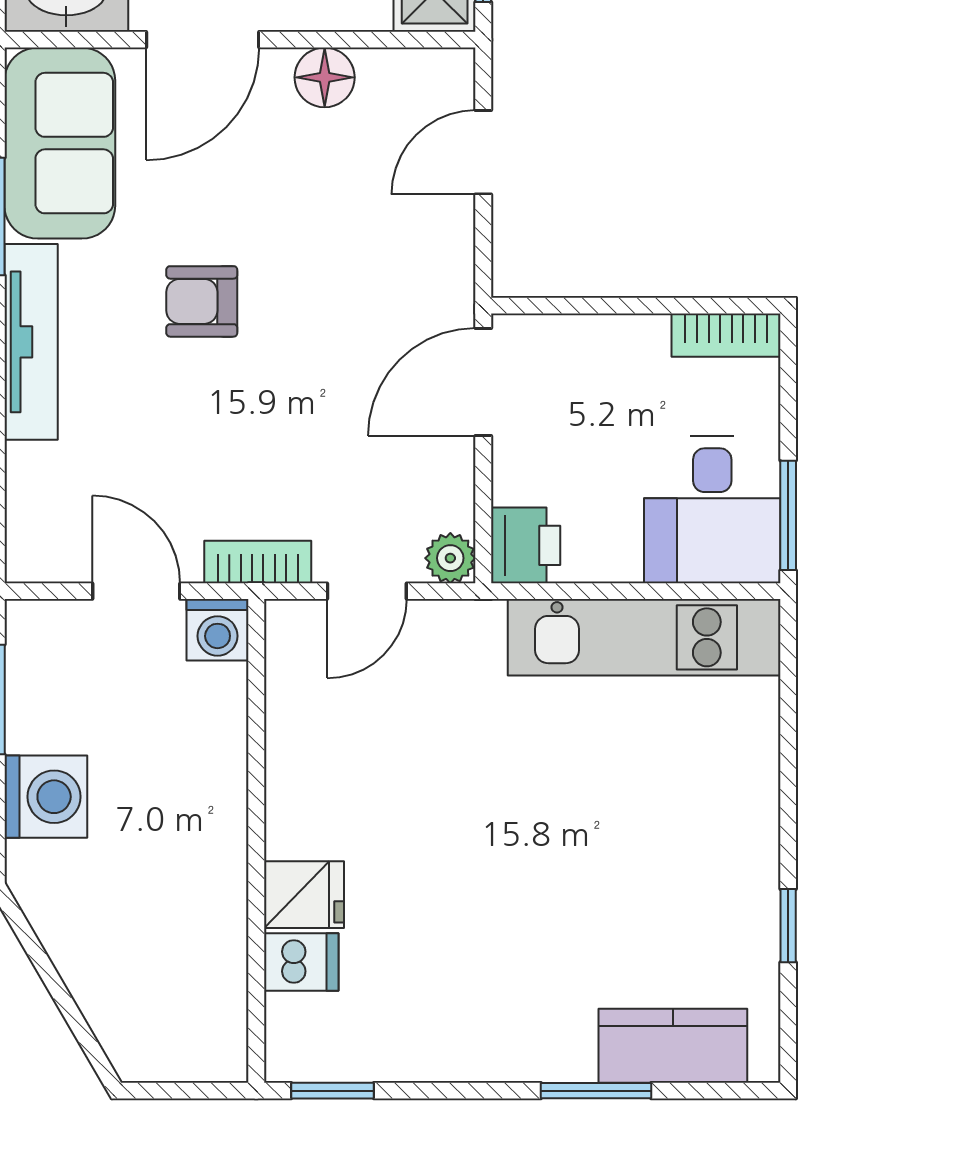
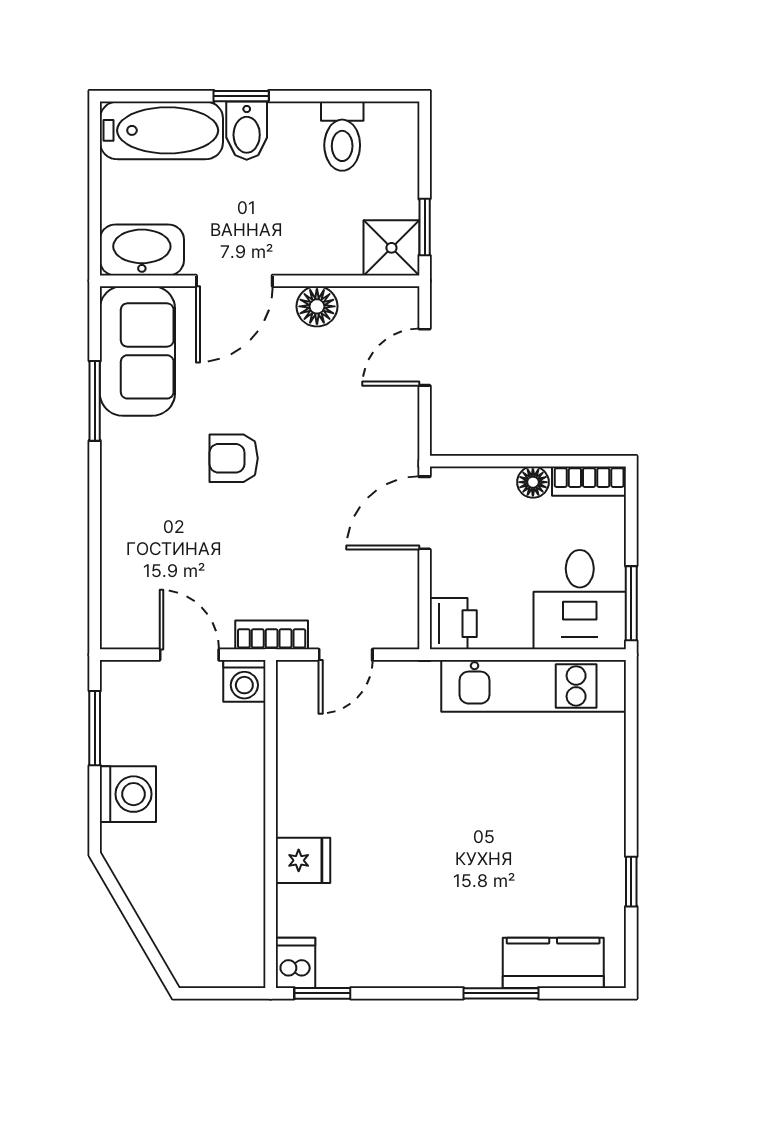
floor lamp: (643, 337) -> (533, 482), added
tv unit: (31, 342) -> (118, 486), removed
plant: (450, 558) -> (402, 632), removed
dishwasher: (301, 962) -> (295, 963), moved, turned -90

